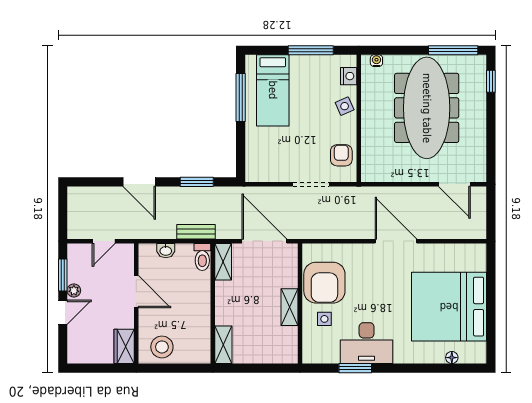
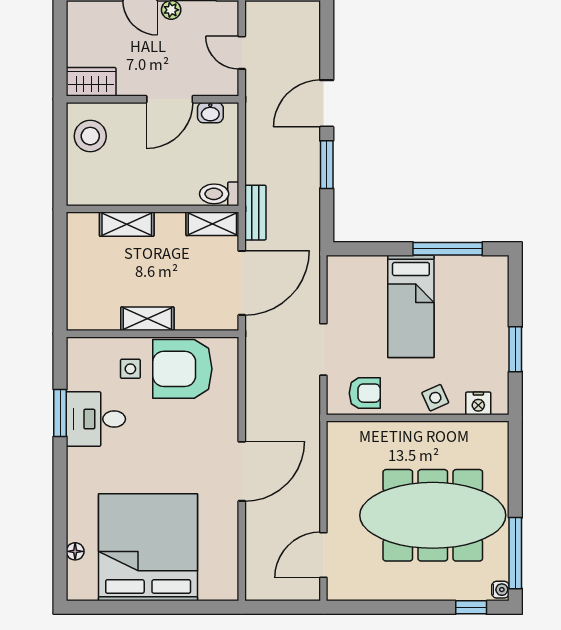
window: (311, 50) -> (515, 349), width x0.69
water cooler: (376, 61) -> (500, 590), moved
bed: (273, 90) -> (411, 306), moved, turned -90
window: (197, 182) -> (327, 165), moved
bench: (196, 232) -> (255, 213), moved
washbasin: (166, 251) -> (210, 113), moved, turned -90
desk: (367, 343) -> (96, 419), width x0.73
shelving: (223, 345) -> (127, 224), moved

